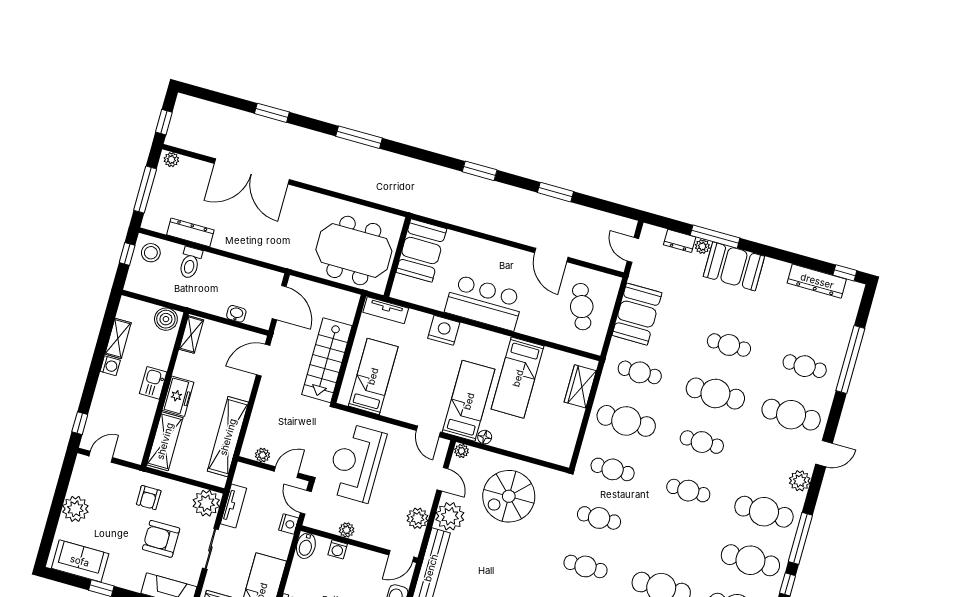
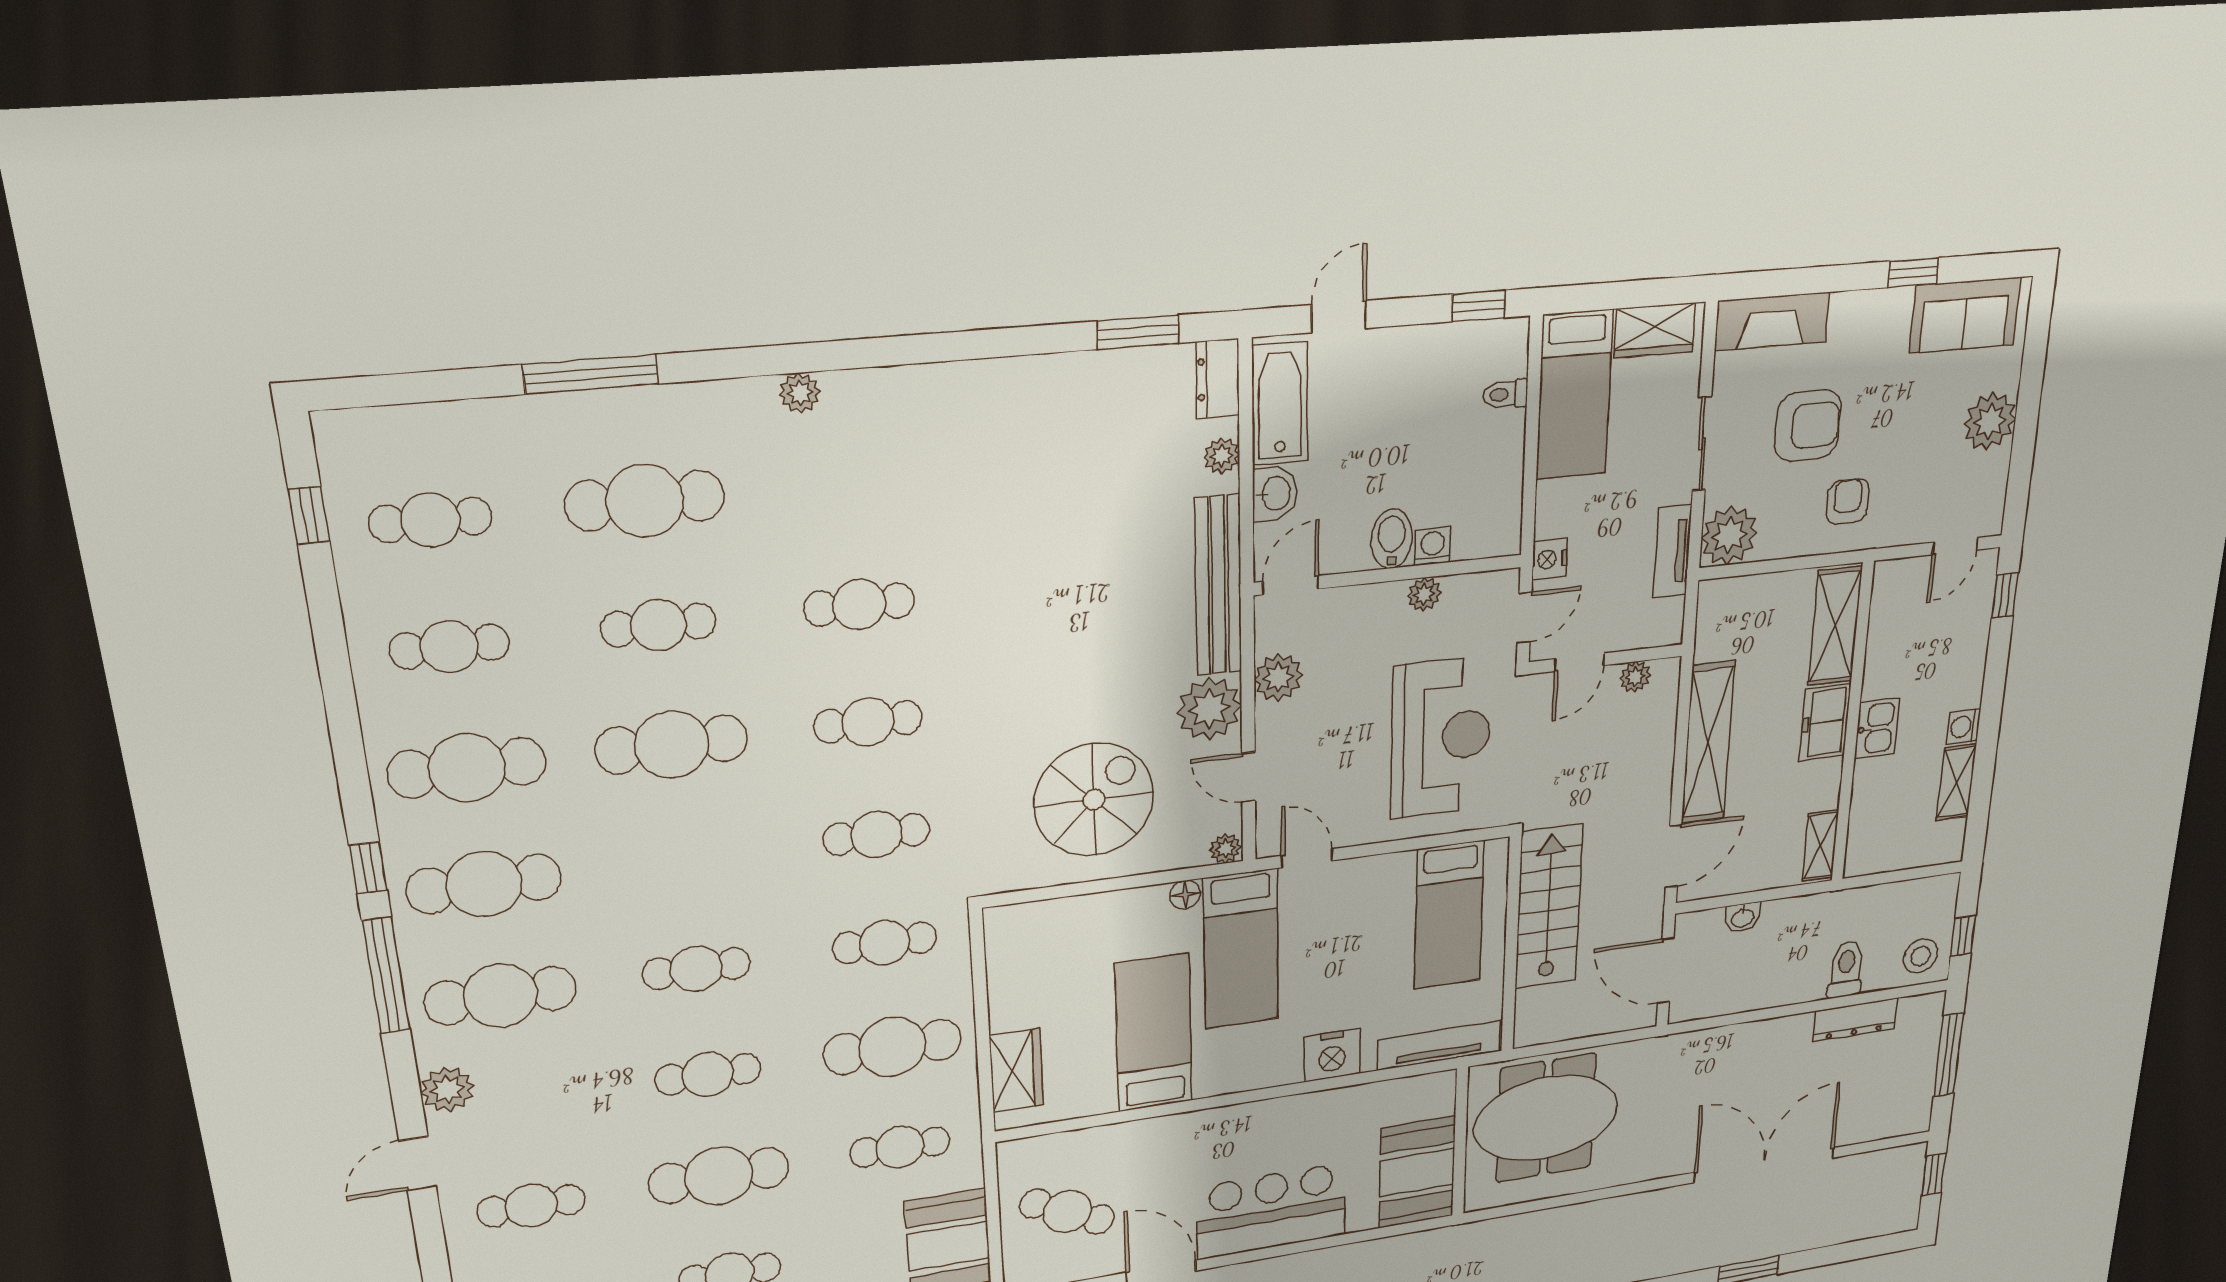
plant: (171, 160) -> (1910, 1122), removed
bar counter: (484, 303) -> (1271, 1211), moved, turned 180
cafe table: (582, 307) -> (1067, 1212), turned -44
tv unit: (386, 310) -> (1439, 1046), width x1.41
boiler: (166, 319) -> (1873, 853), removed
cafe table: (791, 415) -> (531, 1206), width x0.73, depth x0.74
shelving: (228, 437) -> (1708, 743), moved
door: (306, 502) -> (1524, 618), hinge flipped
bidet: (306, 546) -> (1392, 539), moved

